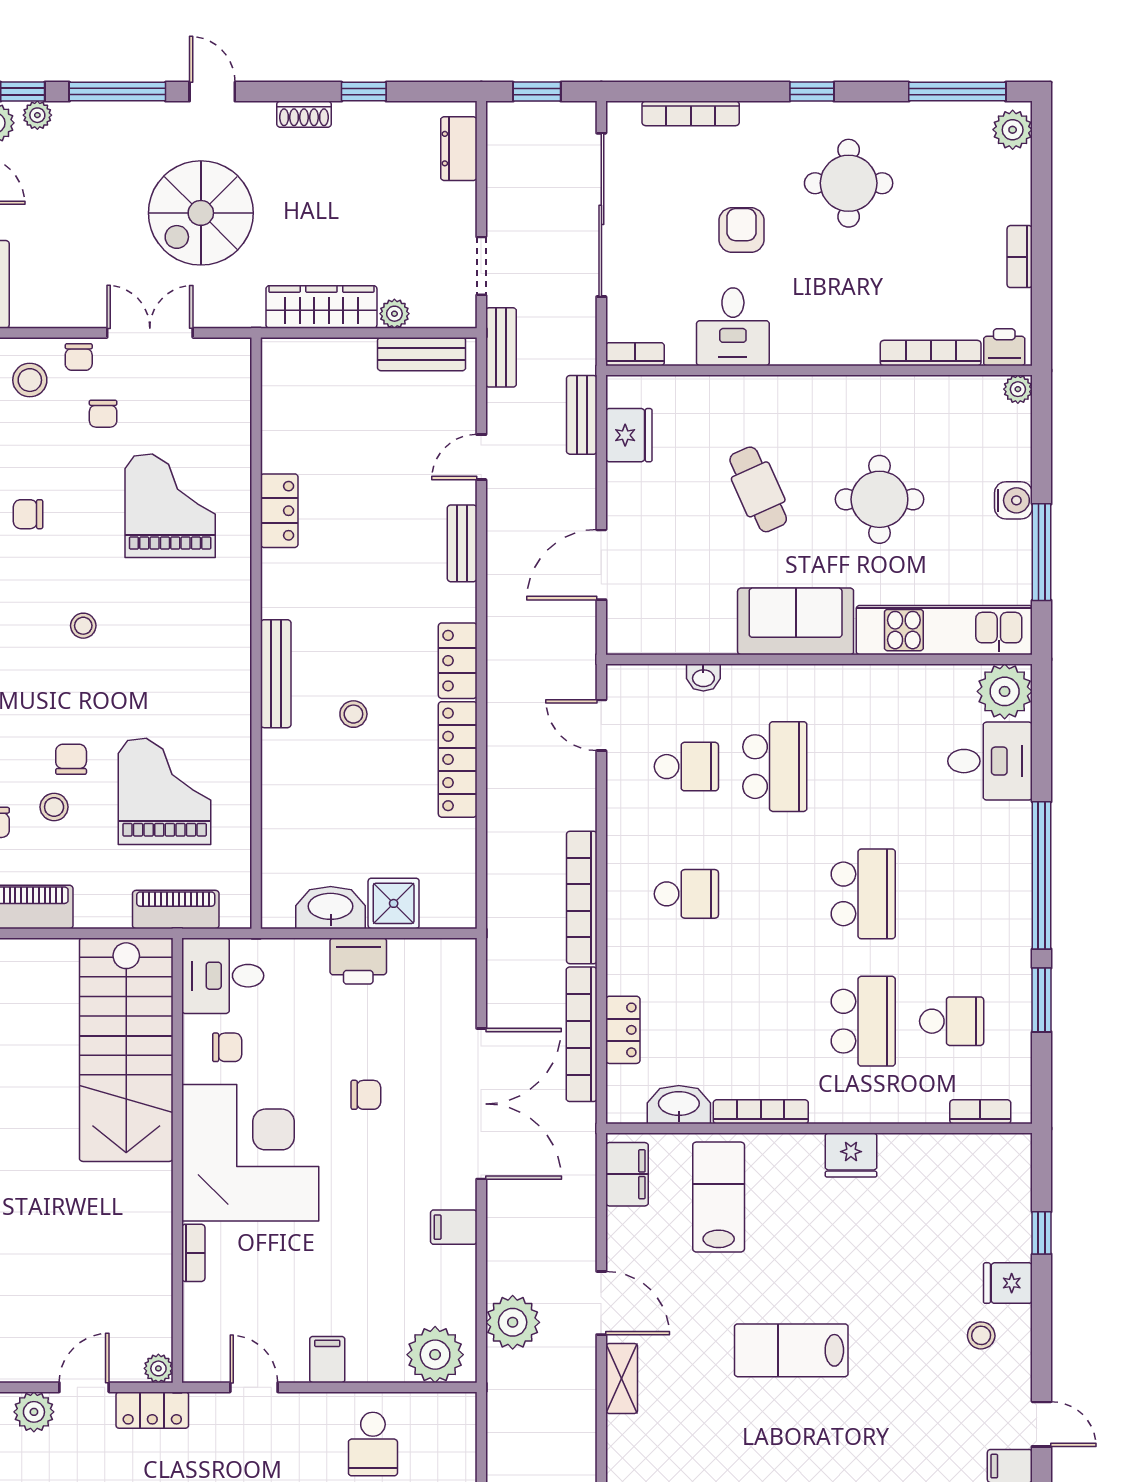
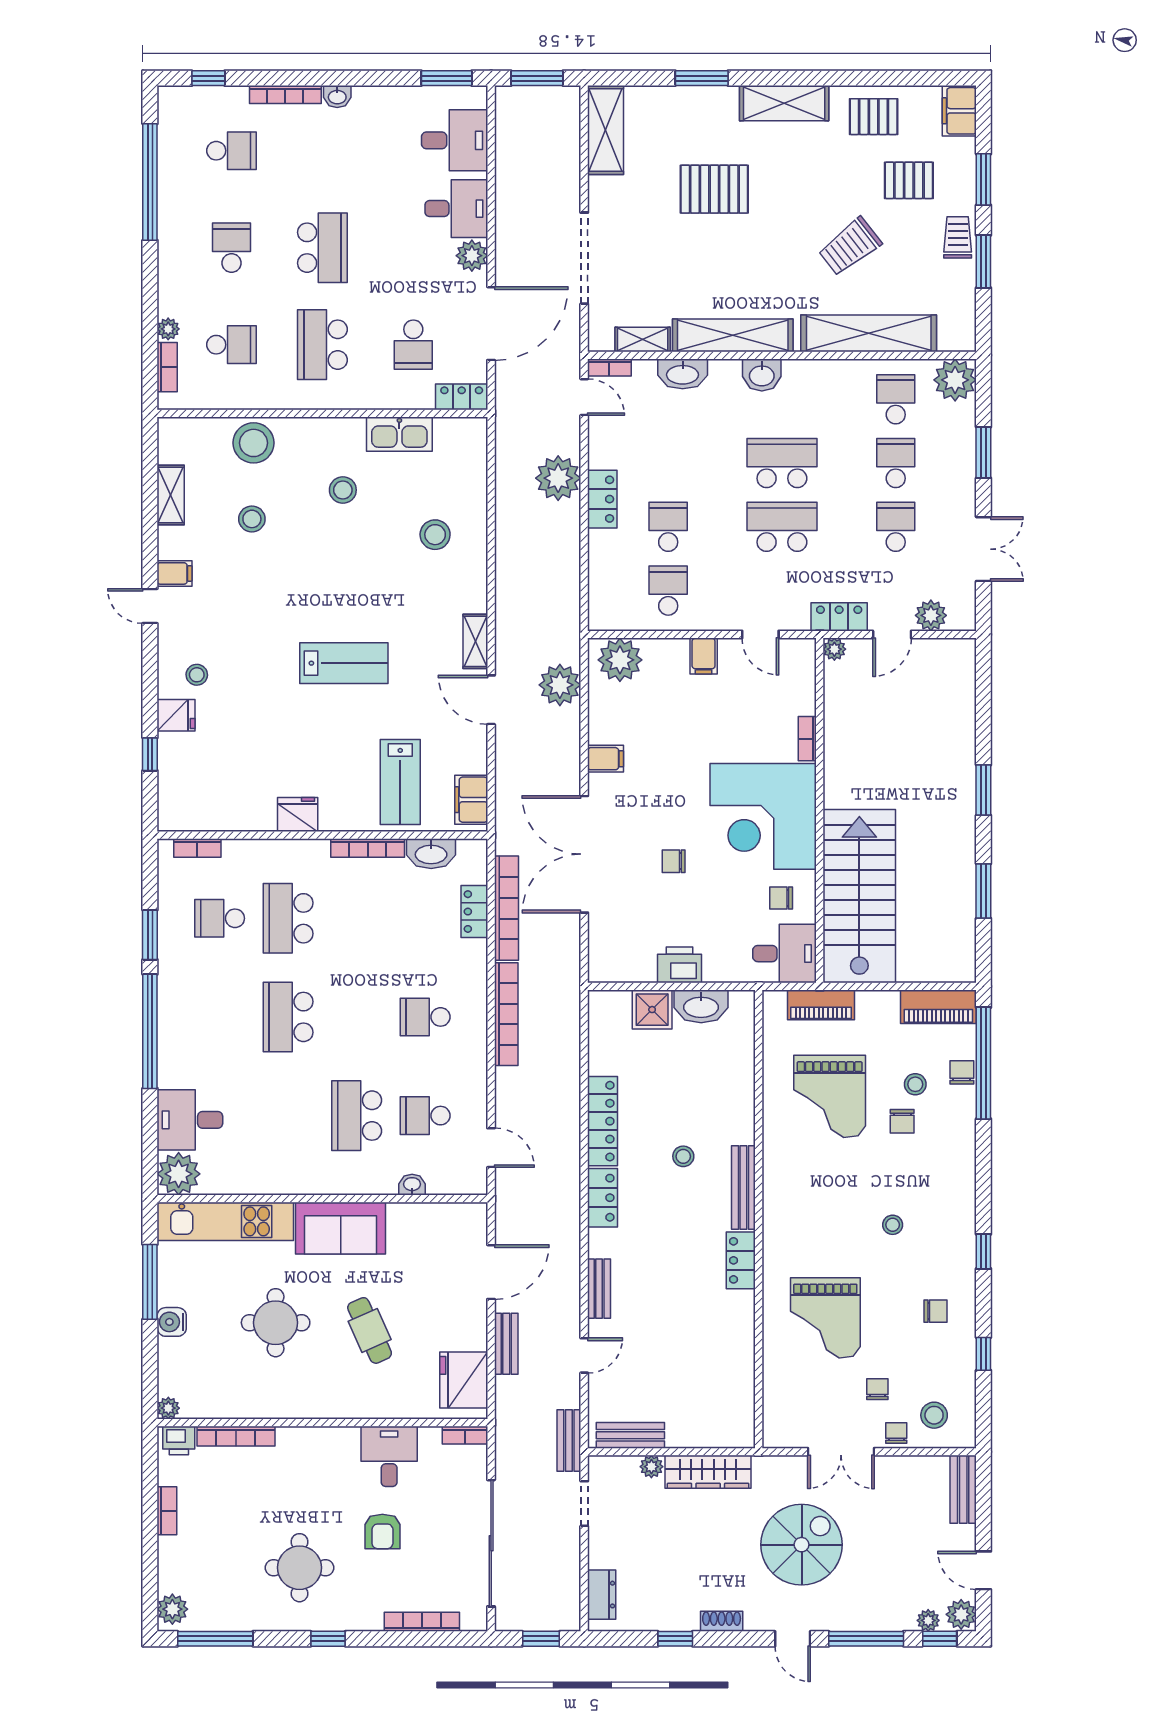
bench: (582, 415) -> (506, 1344), moved
fridge: (629, 435) -> (464, 1380), width x1.36, depth x1.34
locker: (279, 511) -> (741, 1260), moved

